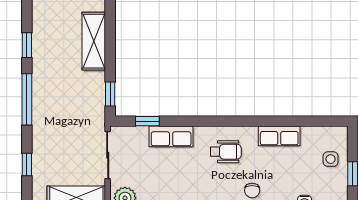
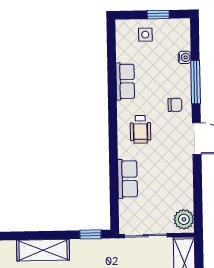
window: (147, 121) -> (114, 200), removed
wheelchair: (226, 152) -> (140, 129), turned 180

